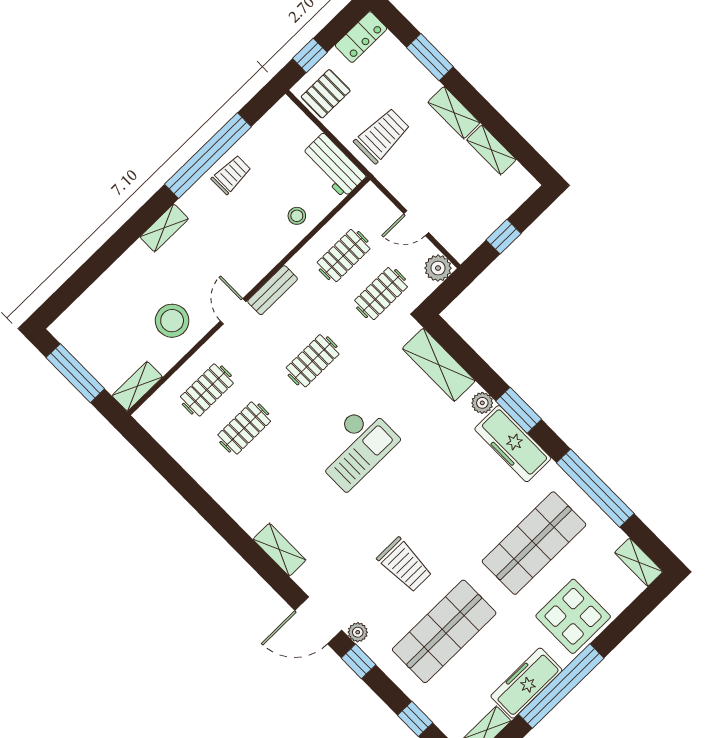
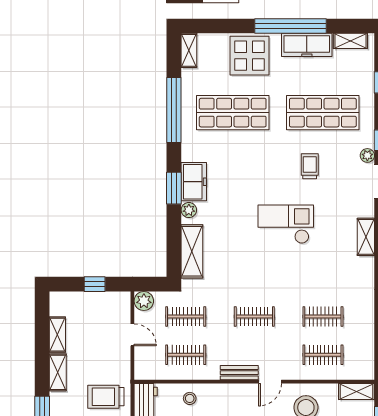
freezer: (513, 444) -> (194, 182), width x0.71
checkout: (355, 447) -> (286, 224), moved
trolley: (405, 565) -> (310, 166), width x0.73, depth x0.72

